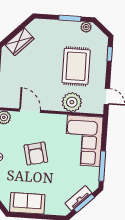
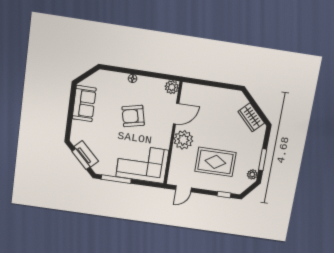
wardrobe: (20, 42) -> (251, 117), moved
plant: (72, 102) -> (183, 140), moved

